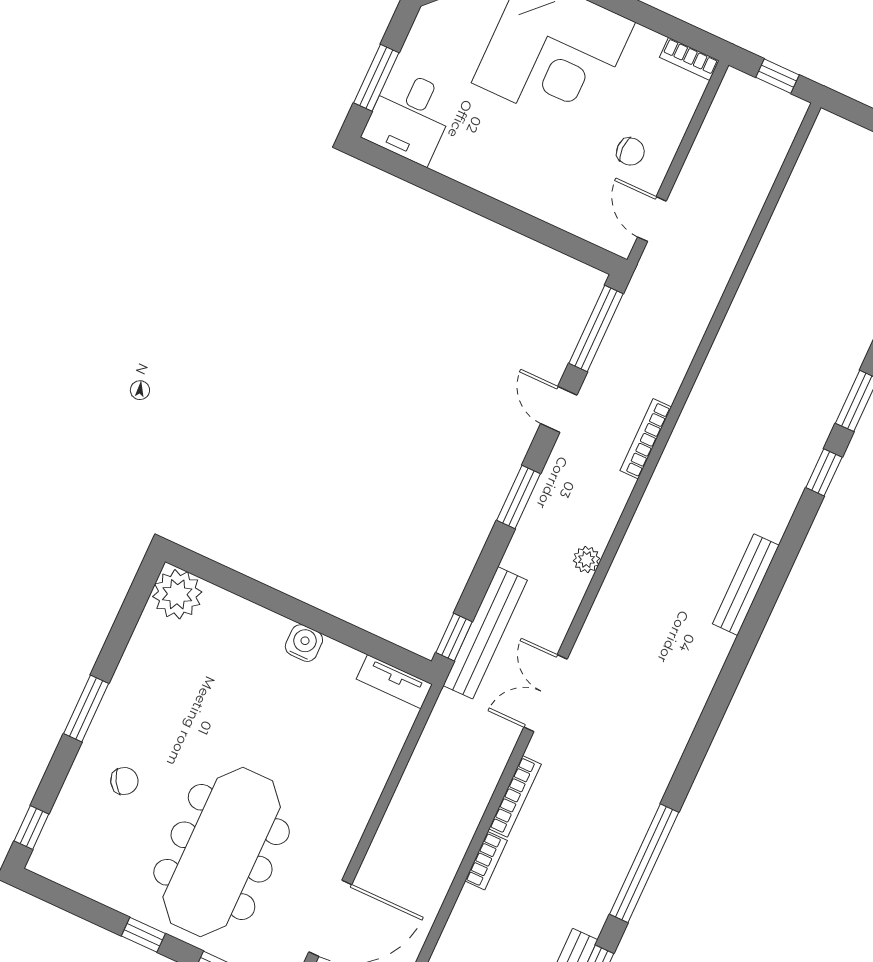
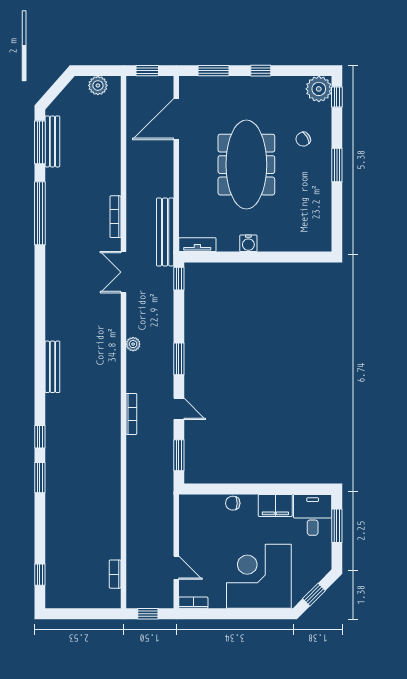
chair: (630, 152) -> (233, 503), moved
filing cabinet: (468, 163) -> (275, 505), added
door: (652, 219) -> (176, 568), moved
window: (596, 328) -> (179, 455), width x0.69
plant: (177, 594) -> (319, 89), moved
bench: (485, 633) -> (165, 232), moved
double door: (546, 693) -> (123, 272), swing flipped
meeting table: (222, 852) -> (246, 165), moved
bookcase: (486, 861) -> (115, 574), moved

